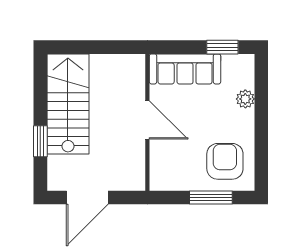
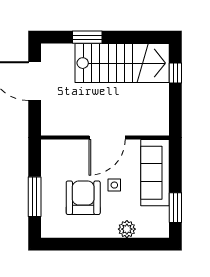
window: (79, 47) -> (175, 73), added
side table: (198, 112) -> (114, 185), added
armchair: (225, 161) -> (83, 198), moved, turned -90

